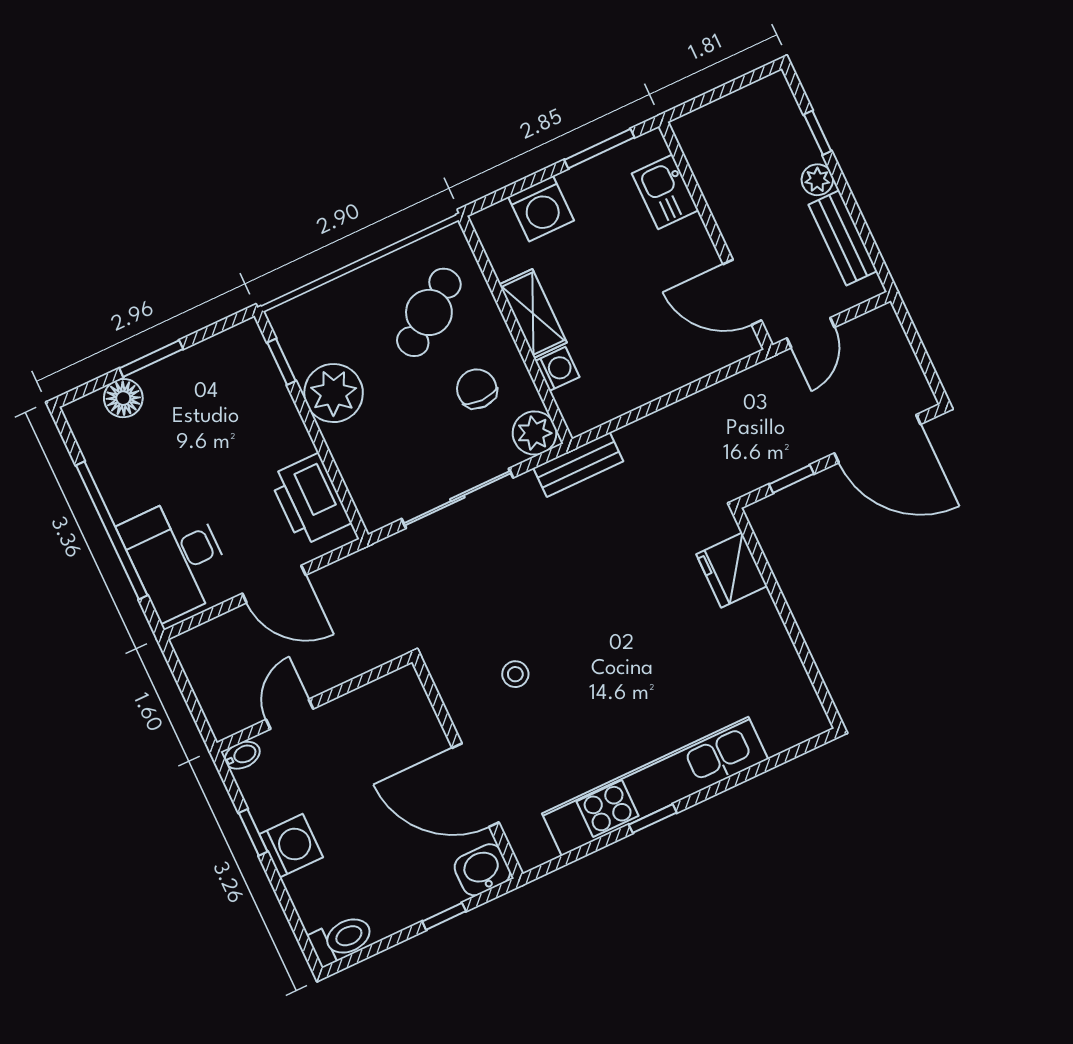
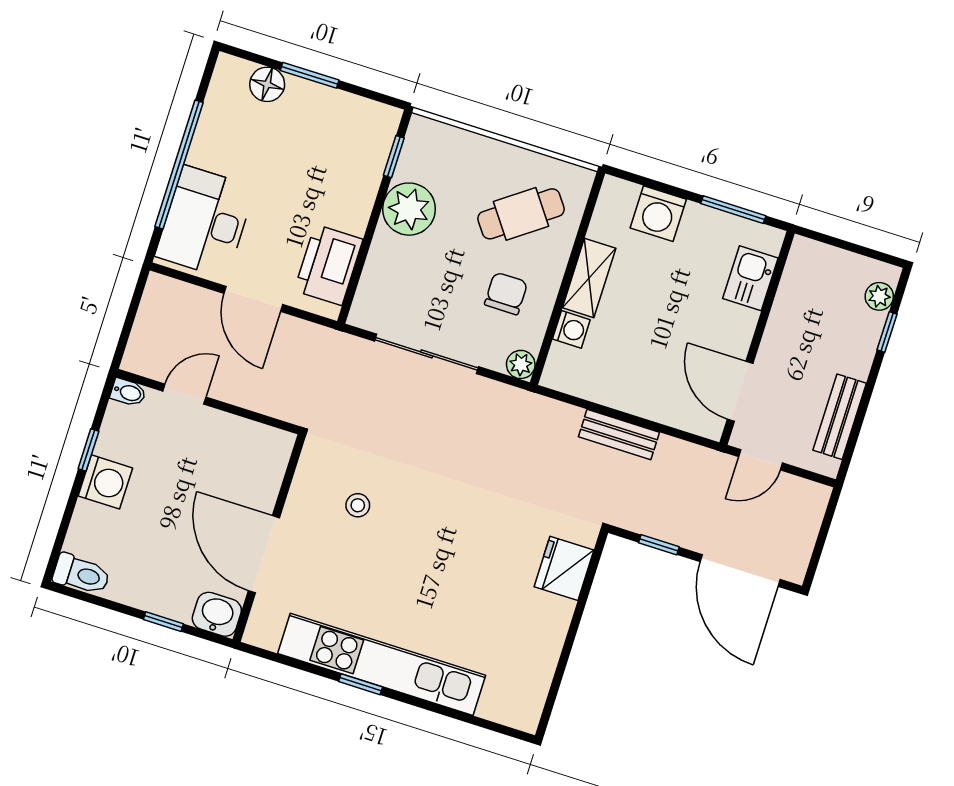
plant: (817, 180) -> (879, 296), moved
plant: (535, 433) -> (521, 364), width x0.73, depth x0.73
bench: (578, 465) -> (619, 434), moved

